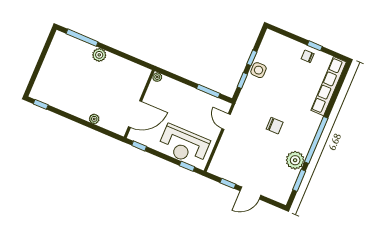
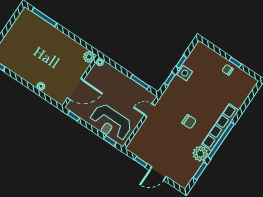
plant: (99, 55) -> (89, 57), moved
row of seats: (329, 86) -> (220, 127), moved
door: (226, 122) -> (149, 110), hinge flipped

